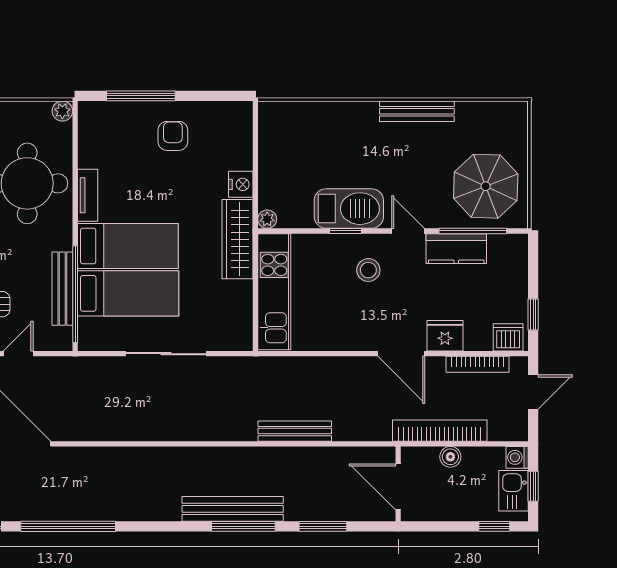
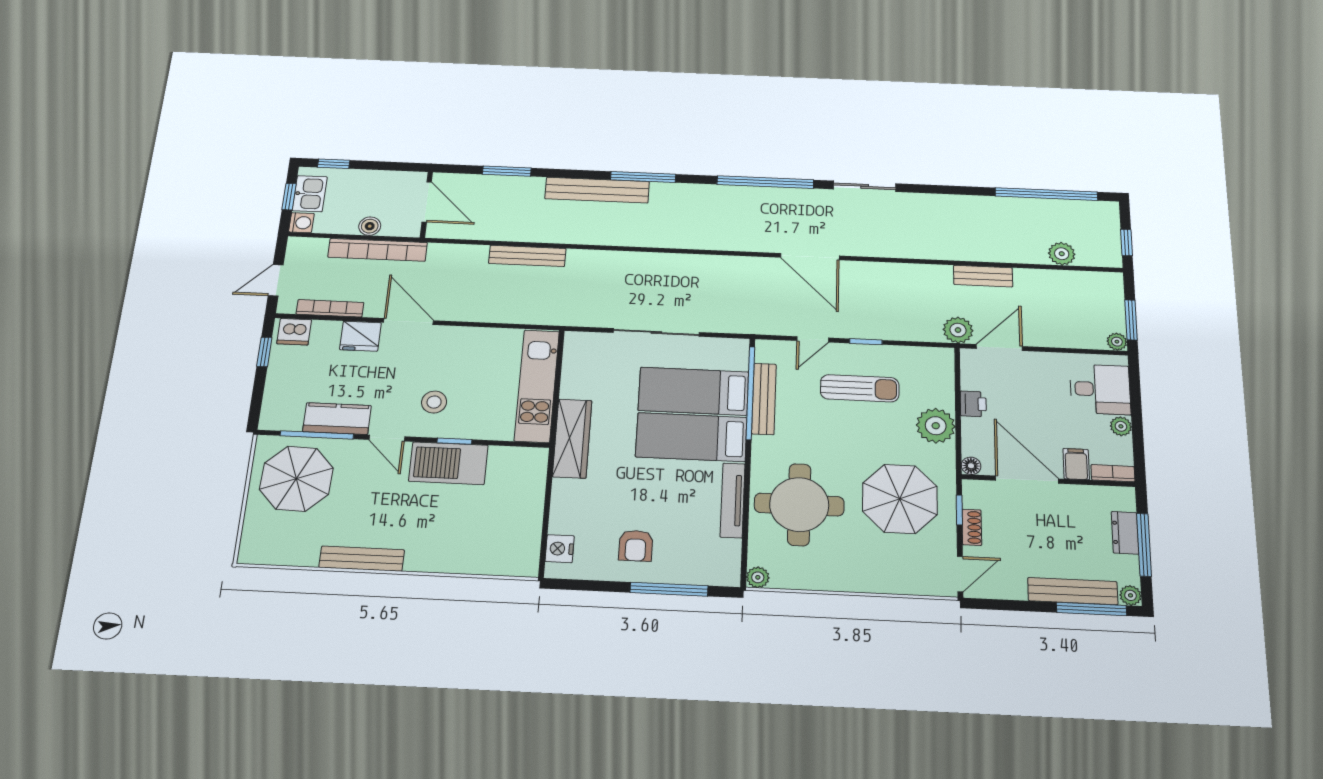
nightstand: (241, 184) -> (560, 549), moved
tv unit: (88, 195) -> (733, 500), width x1.41
plant: (267, 219) -> (538, 457), removed
window: (243, 526) -> (643, 177), moved

